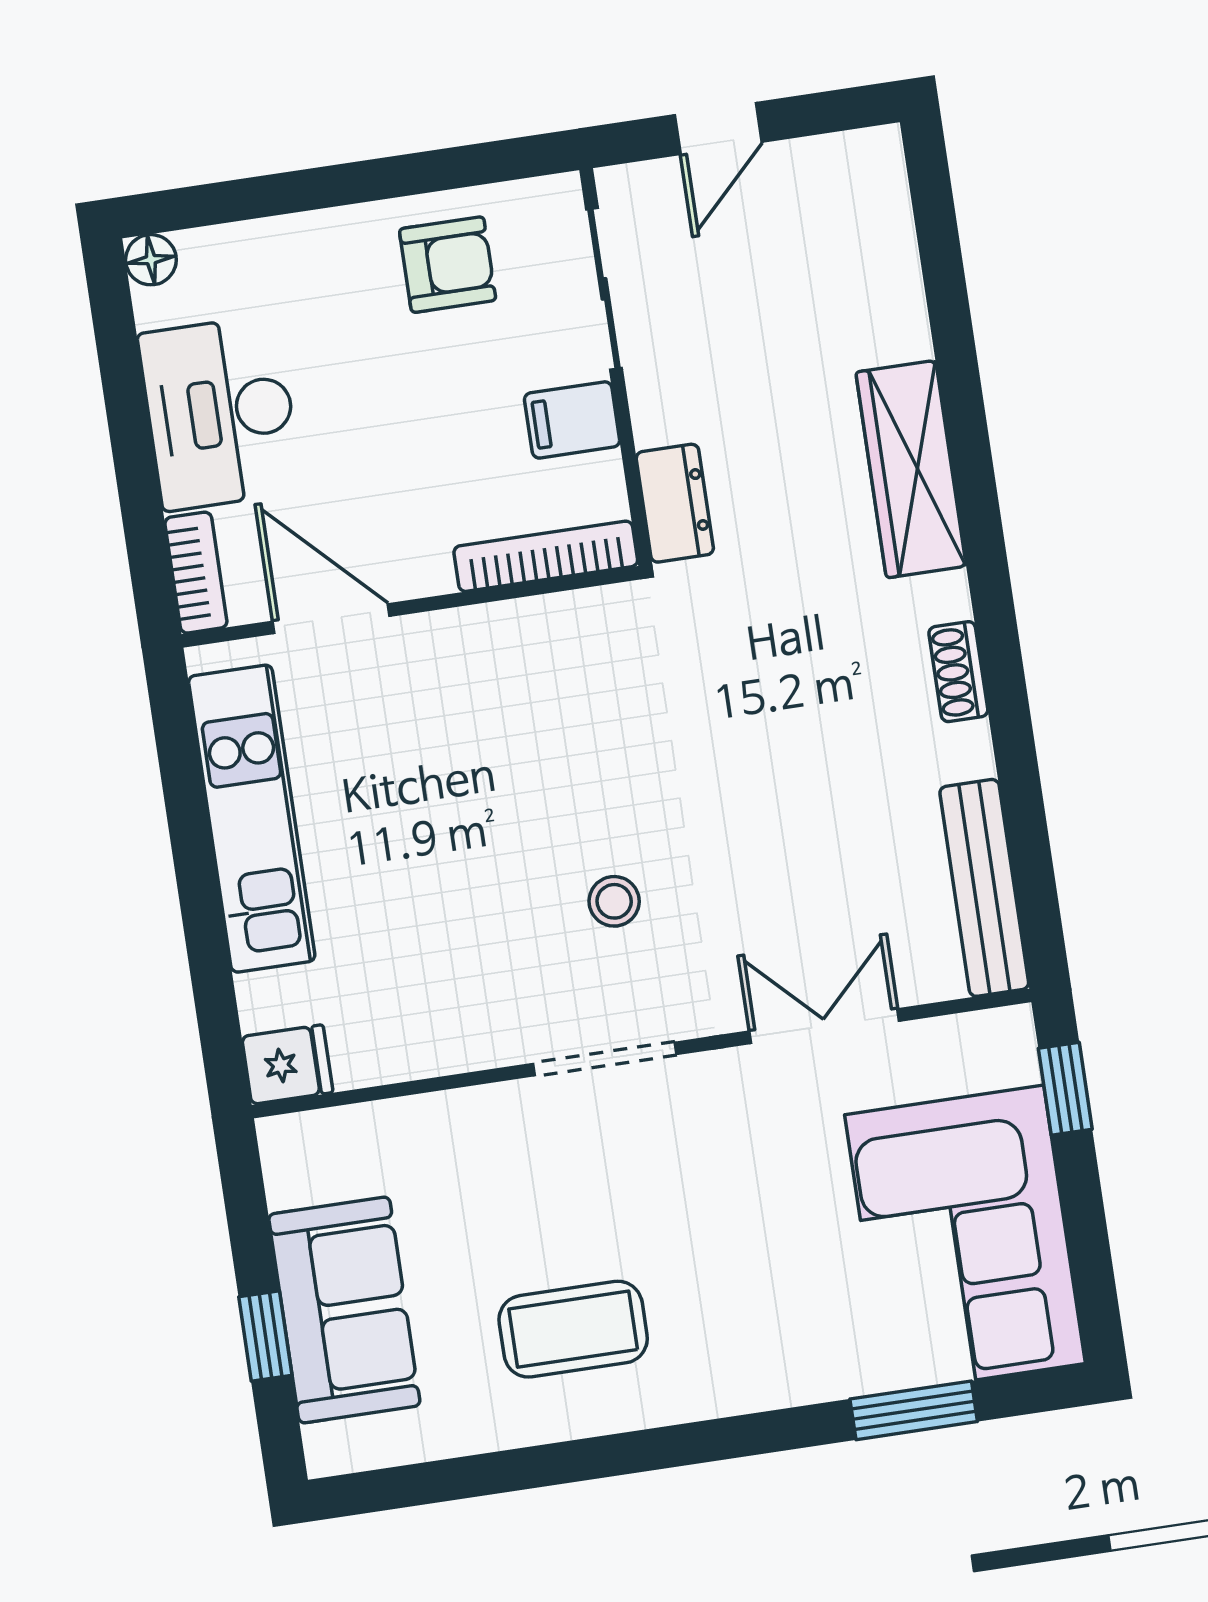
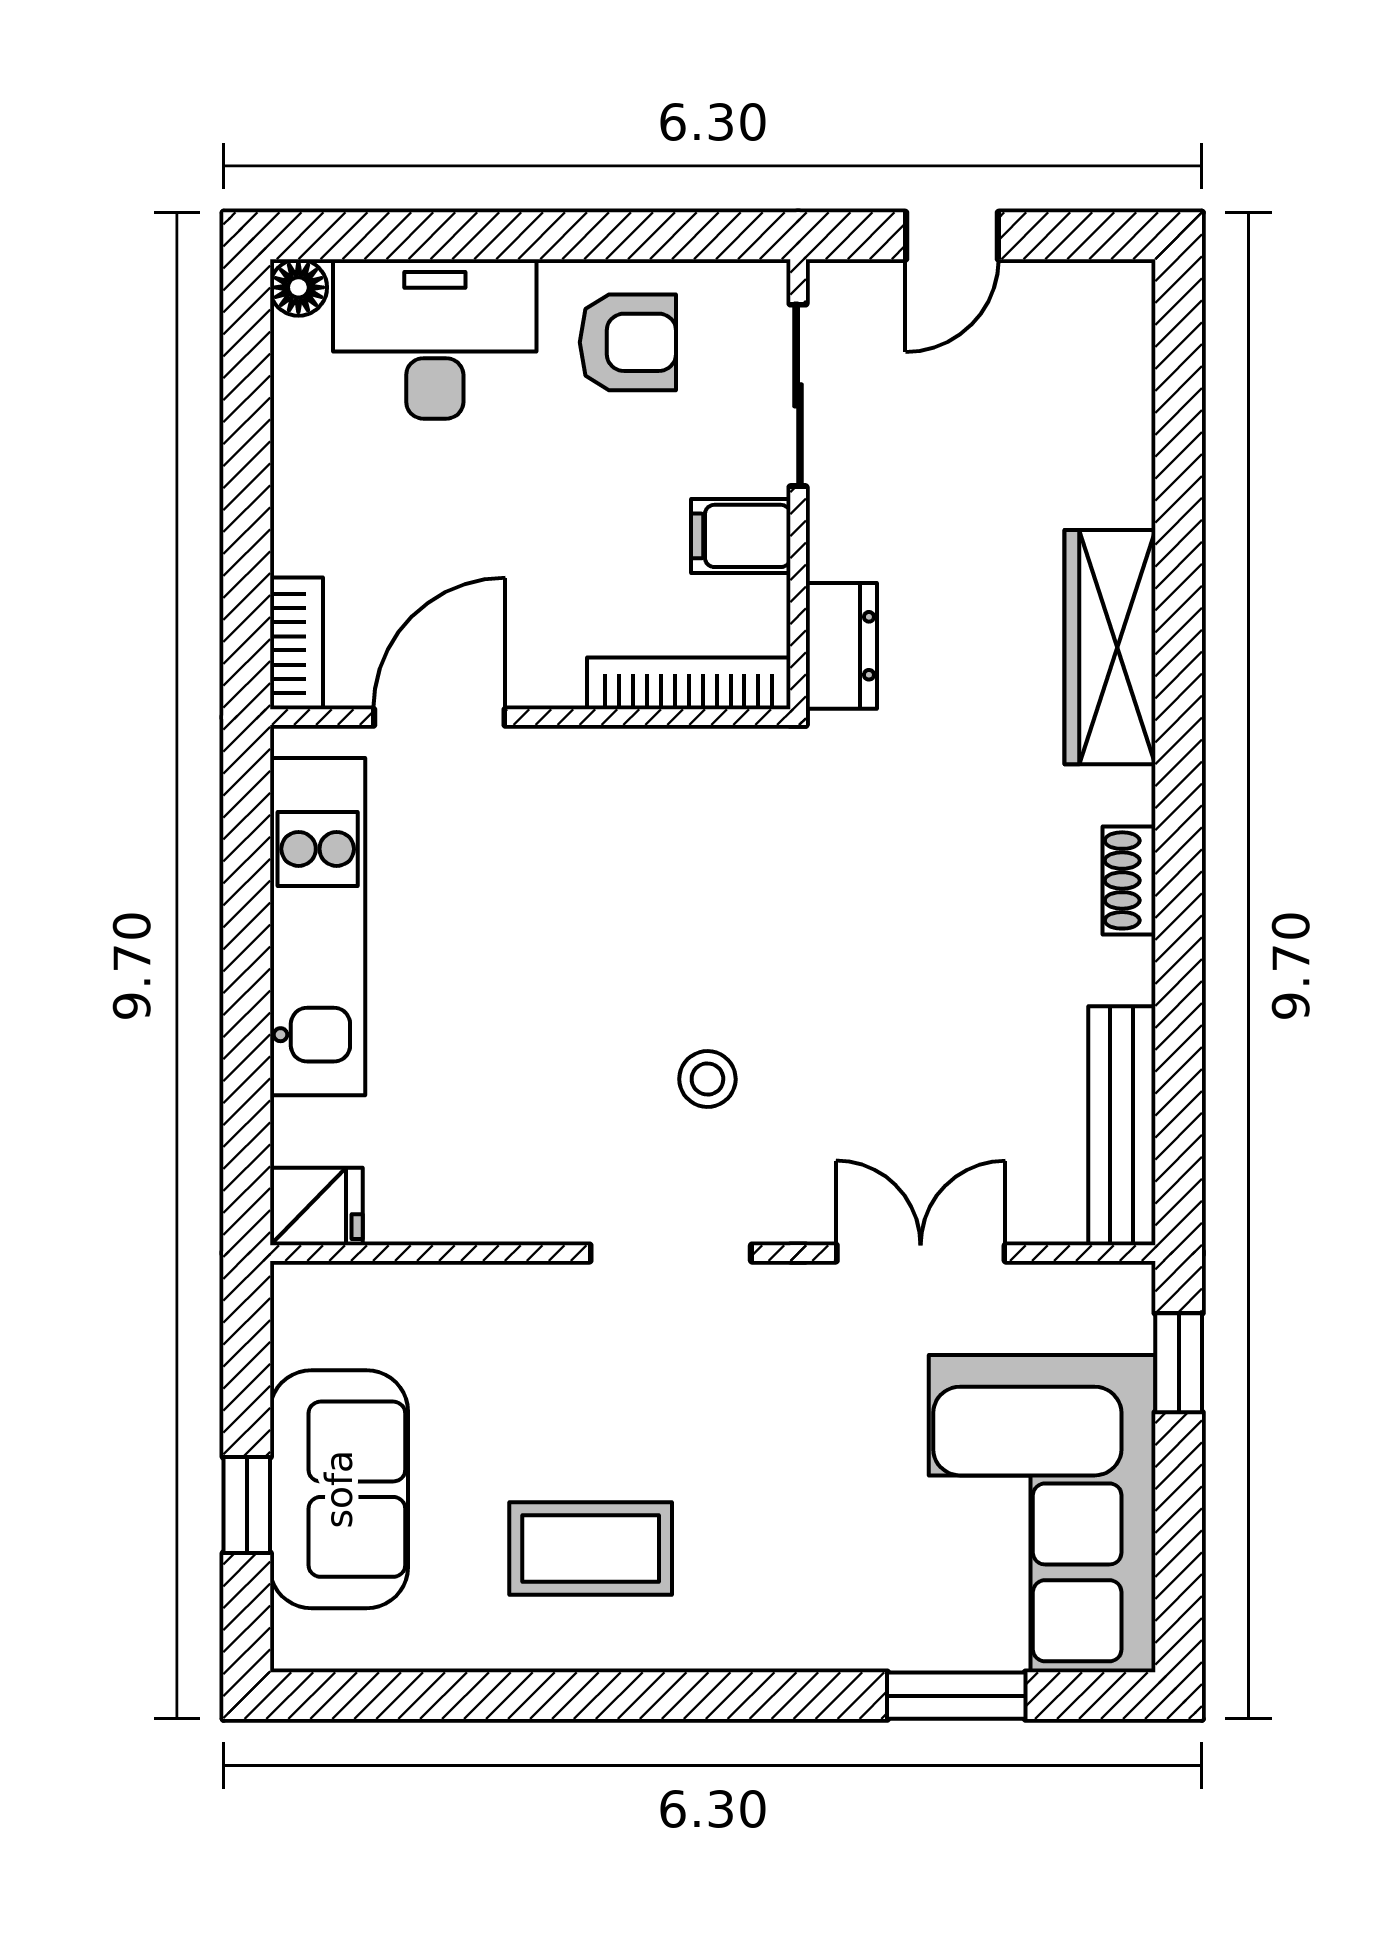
desk: (220, 413) -> (435, 339), moved, turned 90
door: (331, 619) -> (439, 717), hinge flipped

